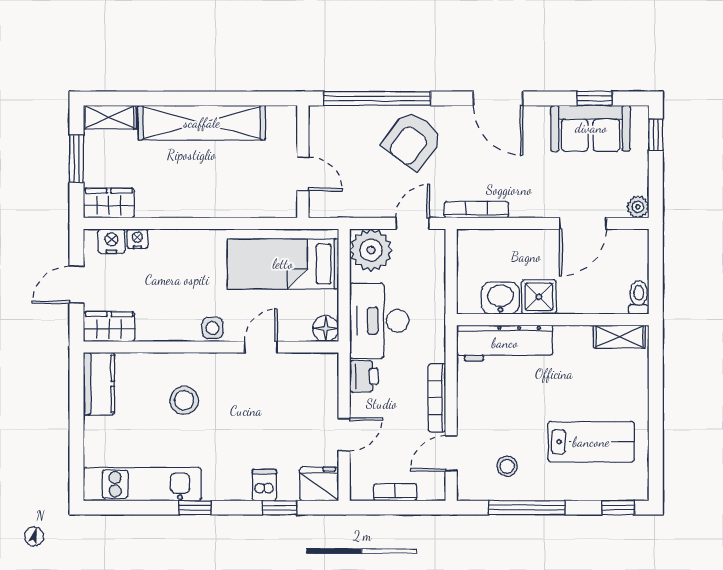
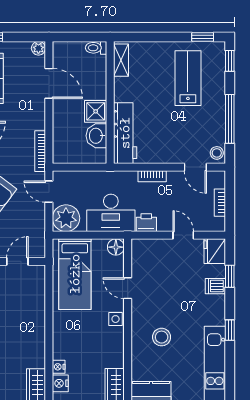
bookcase: (437, 398) -> (152, 176), width x0.64
window: (656, 465) -> (203, 37), added
stool: (507, 466) -> (217, 153), moved

